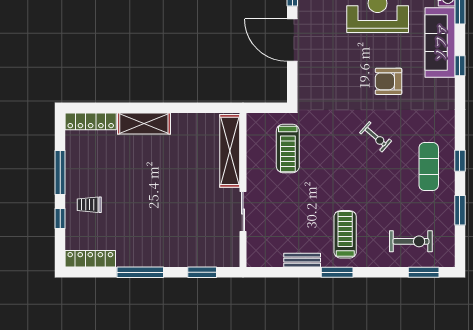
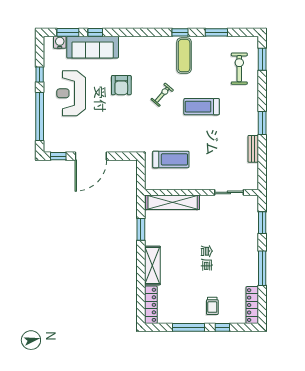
window: (460, 66) -> (95, 32), moved
window: (193, 108) -> (141, 229), added
exercise mat: (429, 166) -> (184, 56), turned 90
sliding door: (243, 212) -> (229, 192), moved
treadmill: (345, 234) -> (202, 107), moved

